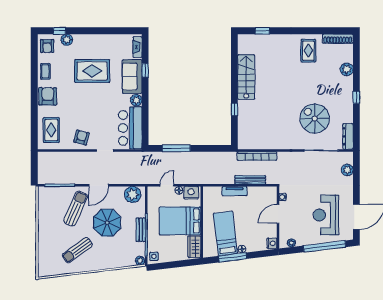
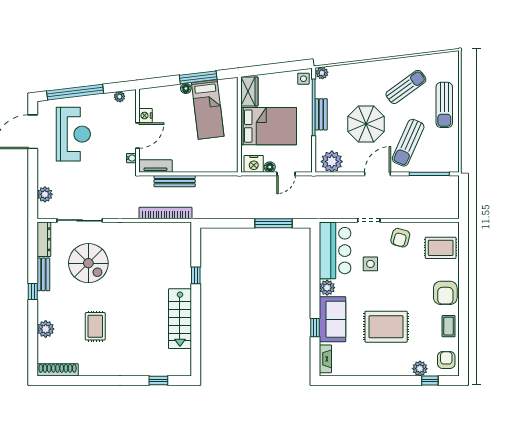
rug: (308, 51) -> (95, 326), moved
bench: (348, 110) -> (43, 274), added
side table: (104, 118) -> (370, 264), added
rug: (51, 130) -> (441, 248), turned 90
tv unit: (234, 191) -> (156, 166), moved
sun lounger: (49, 237) -> (444, 105), added
nightstand: (272, 243) -> (146, 116), moved

